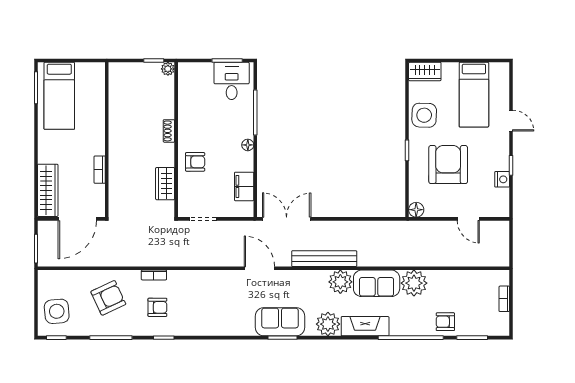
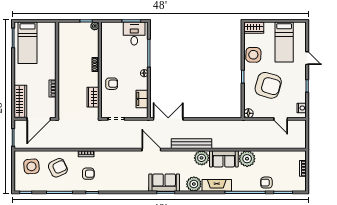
armchair: (448, 165) -> (268, 85), turned 106
nightstand: (502, 179) -> (302, 108), moved
side table: (57, 311) -> (31, 166), moved

